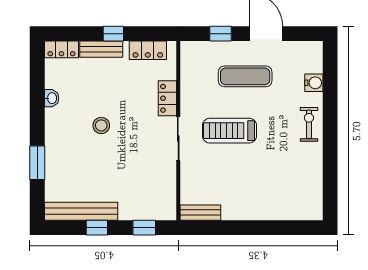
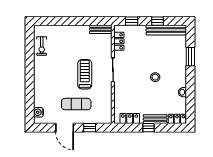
water cooler: (314, 83) -> (38, 112), moved
locker: (167, 98) -> (119, 41), moved
exercise bike: (309, 124) -> (42, 46), moved
treadmill: (229, 131) -> (85, 74), turned -90

